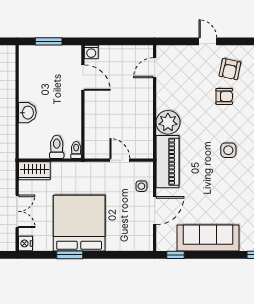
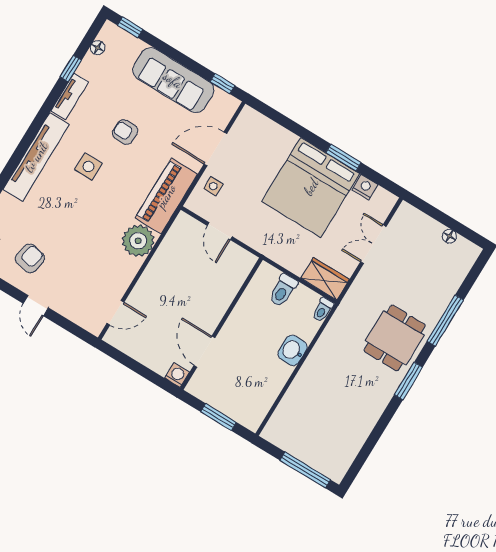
armchair: (224, 96) -> (125, 132), moved
toilet: (76, 150) -> (323, 310), moved
nightstand: (26, 243) -> (365, 187), moved, turned -90

